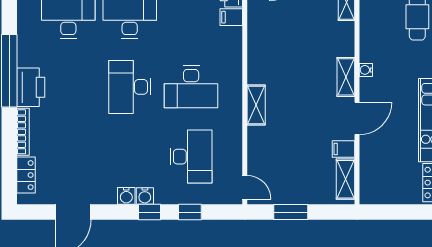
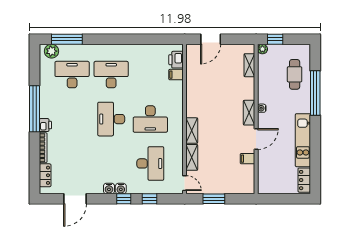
printer: (31, 87) -> (45, 125), width x0.53, depth x0.68
shelving: (346, 179) -> (192, 157), moved

